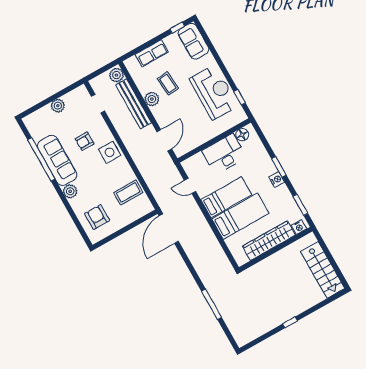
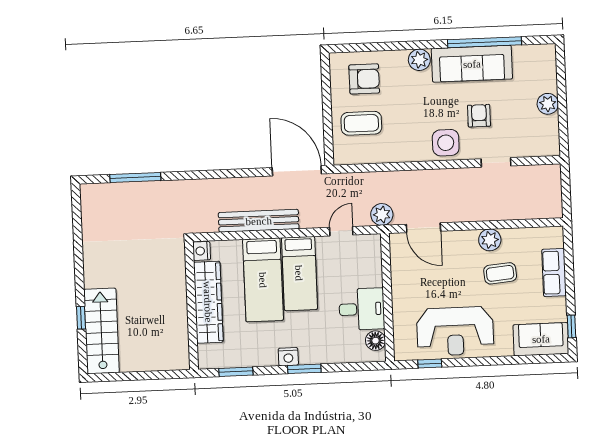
plant: (116, 75) -> (382, 214), moved
doorway: (98, 104) -> (496, 162), moved
bench: (134, 104) -> (259, 221), moved
desk: (224, 154) -> (362, 309), width x0.73
coffee table: (128, 192) -> (361, 123), moved, turned 90
nightstand: (299, 227) -> (202, 251), moved
stairs: (323, 270) -> (102, 331), moved, turned 90
window: (211, 304) -> (135, 178), moved
window: (290, 322) -> (81, 318), moved

